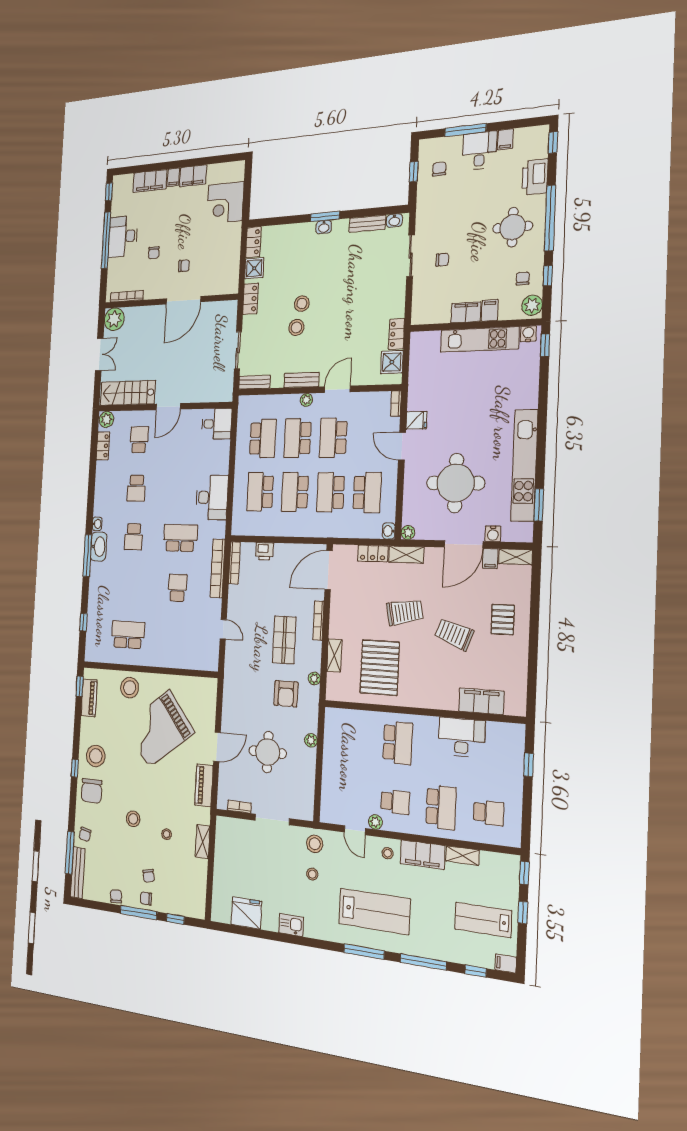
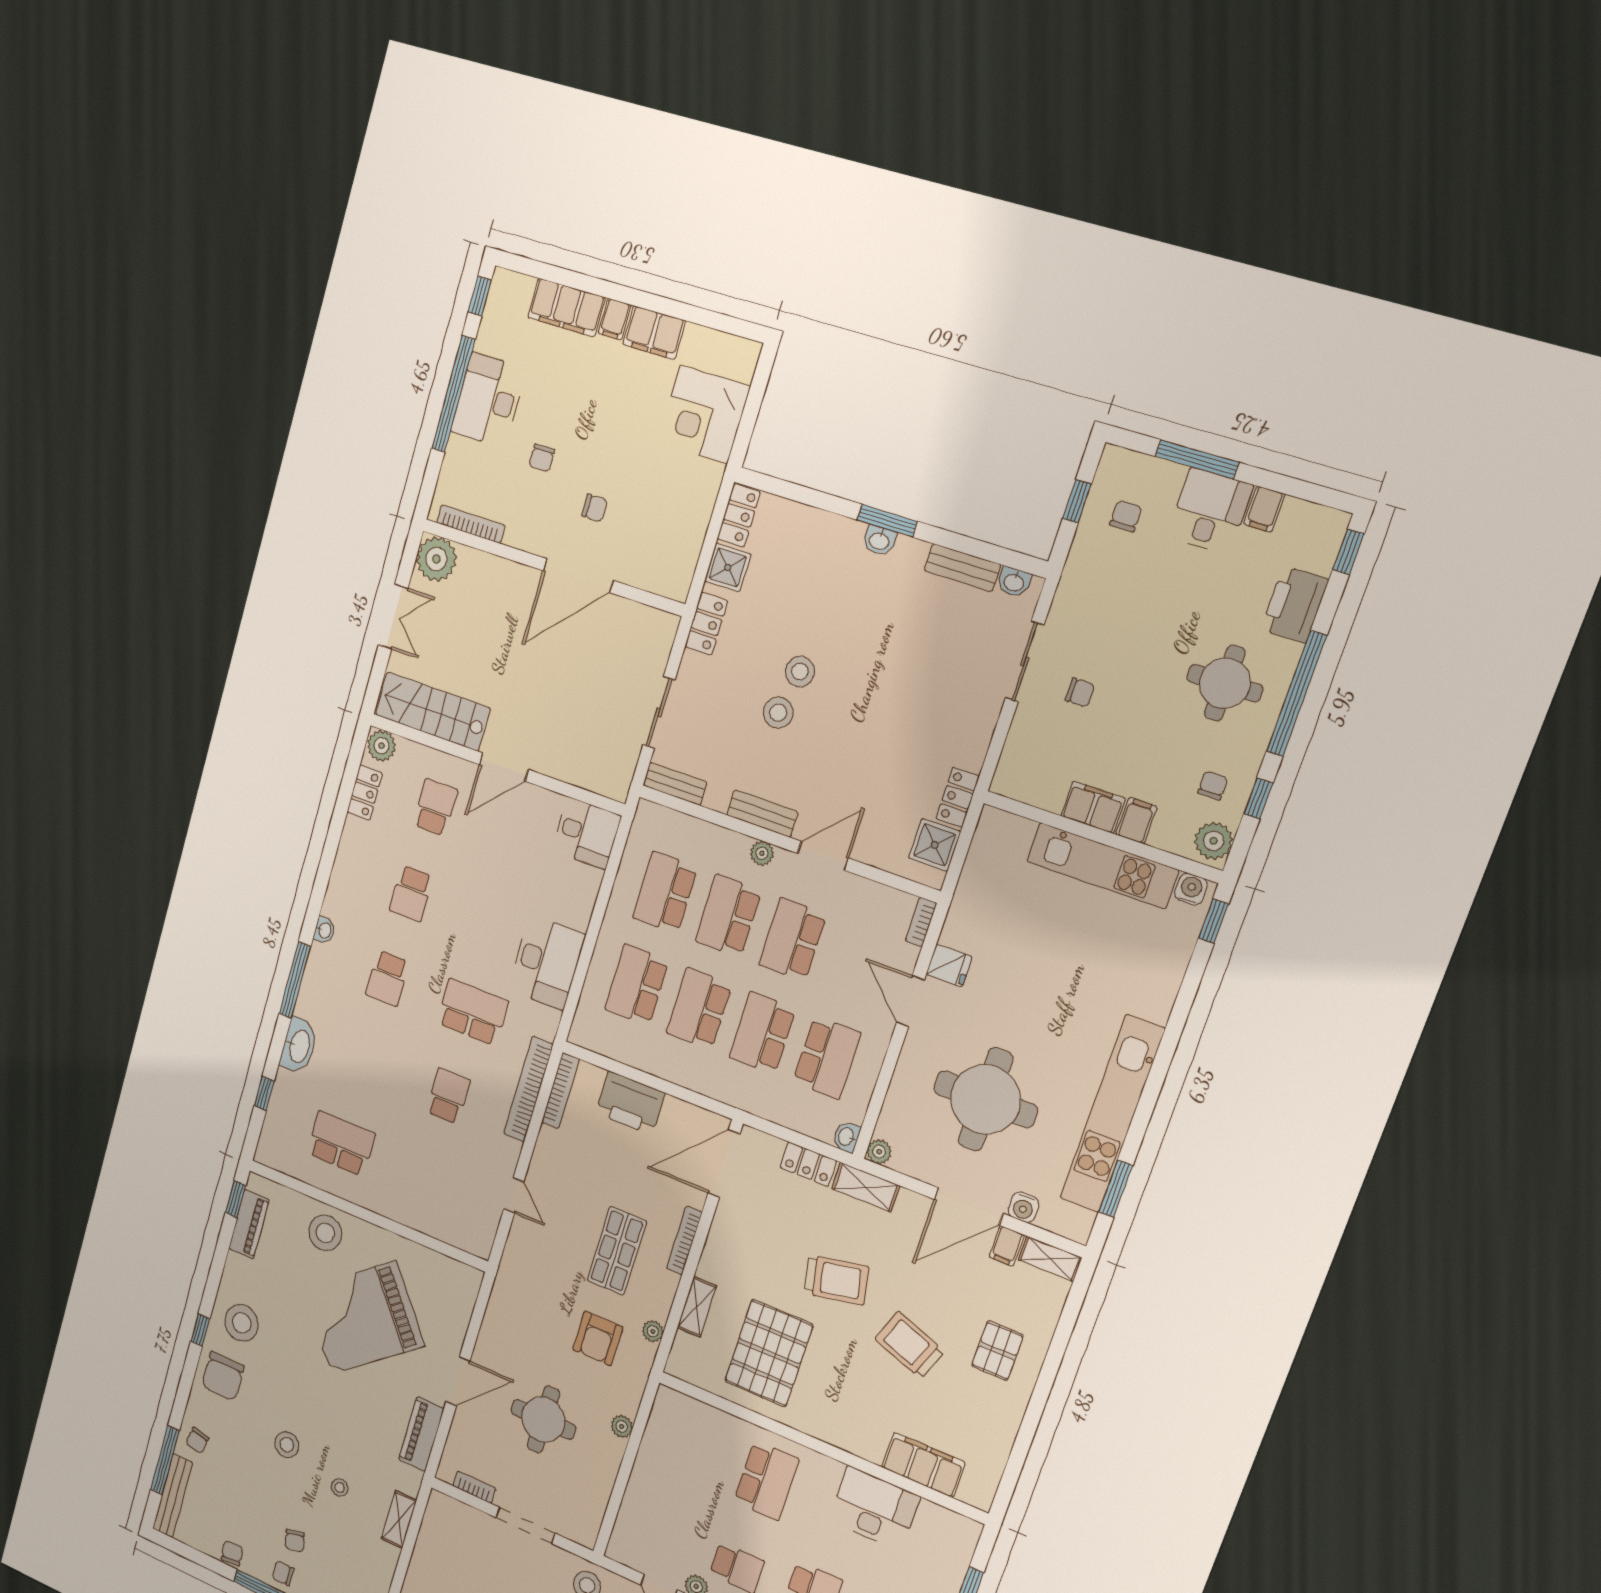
school desk: (263, 439) -> (665, 892), turned 180
washbasin: (99, 547) -> (299, 1046), moved
printer: (264, 551) -> (630, 1103), width x1.87, depth x1.48

